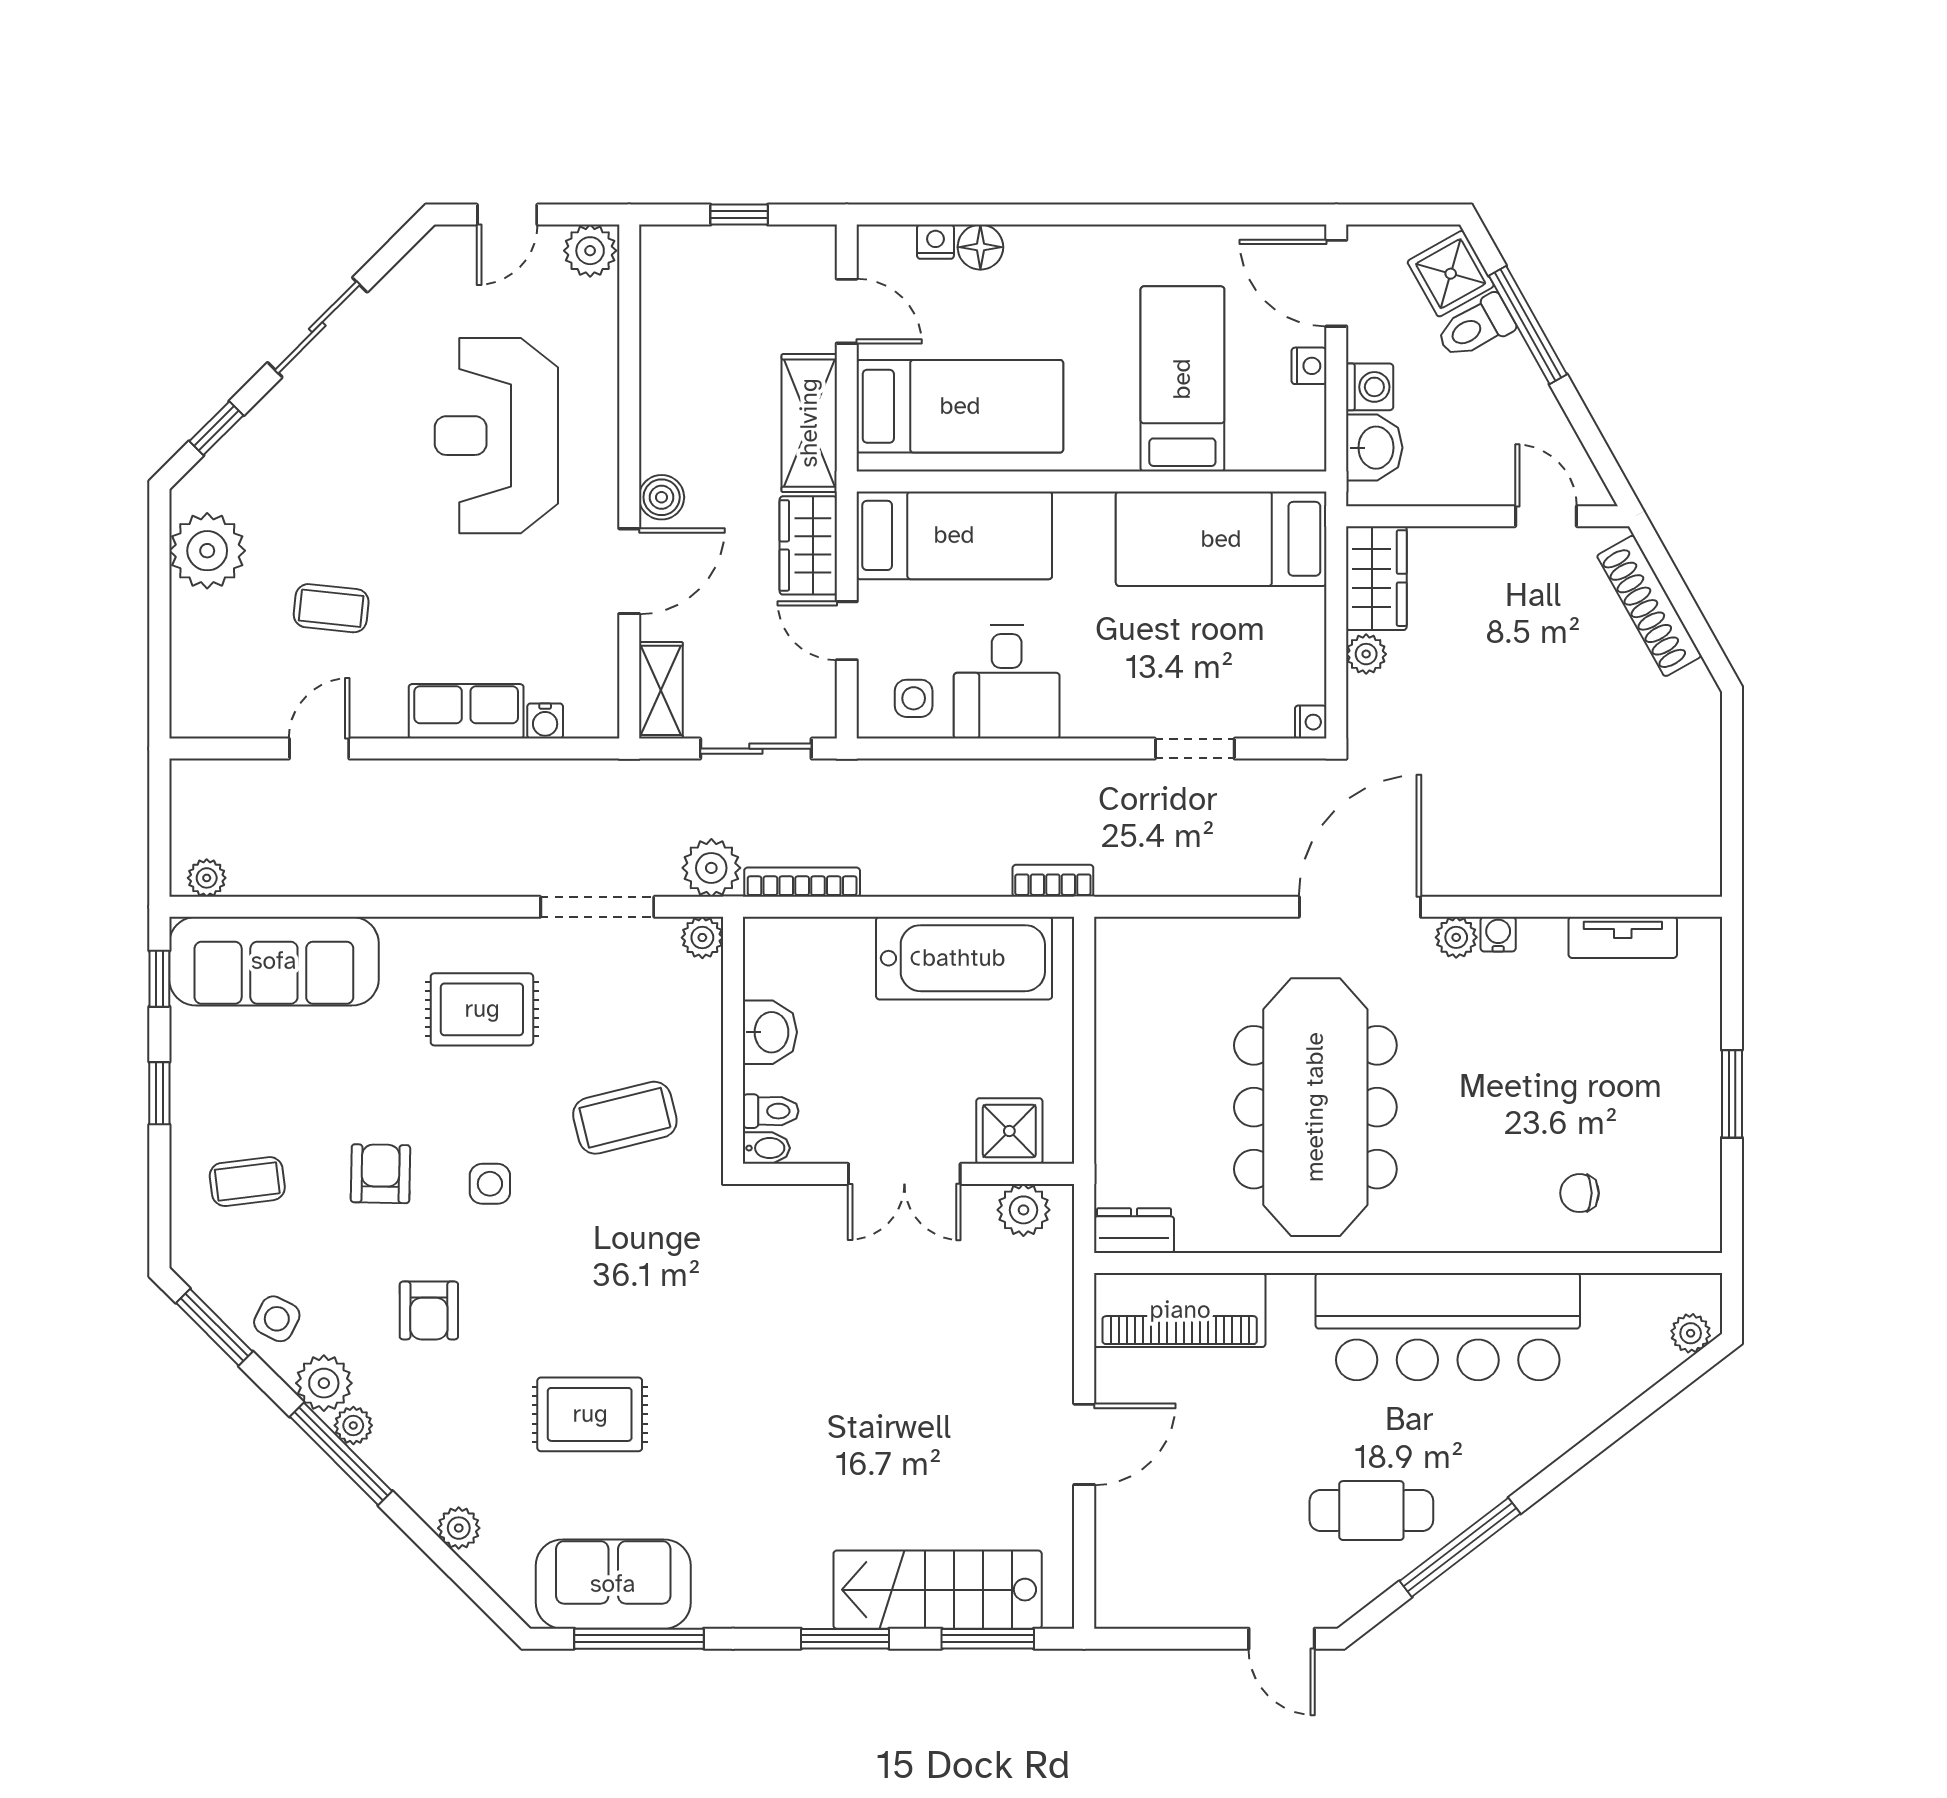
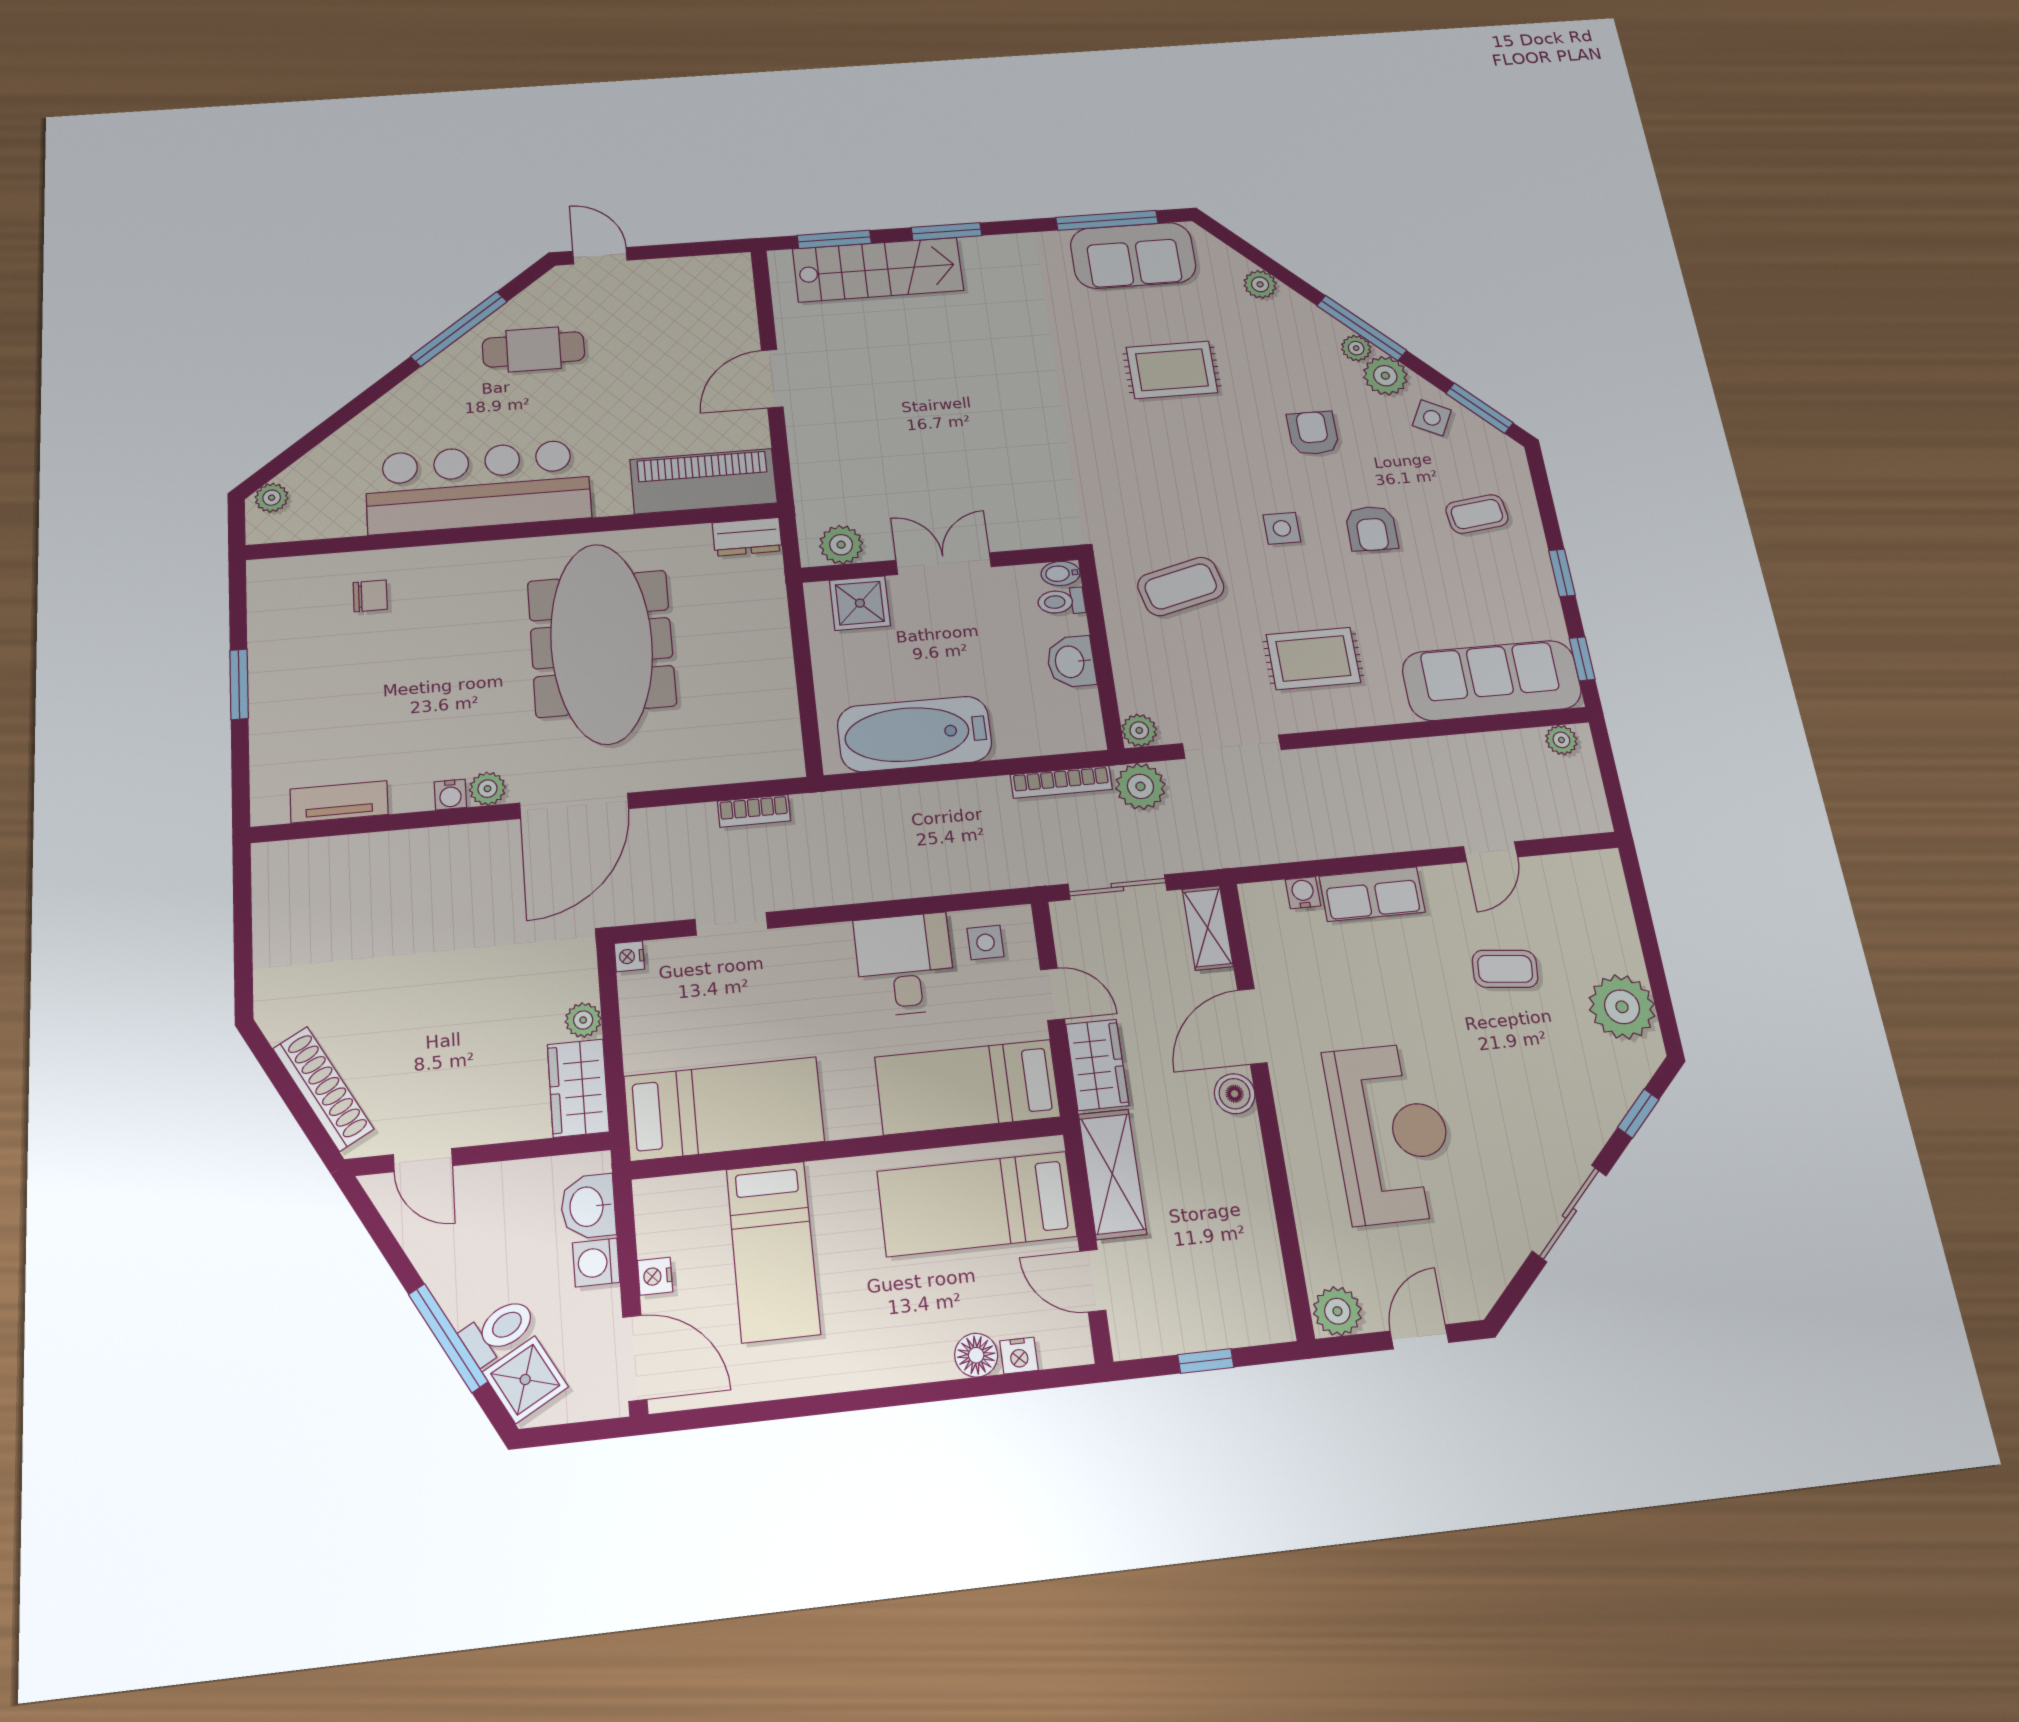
bookcase: (1053, 881) -> (754, 811), moved

